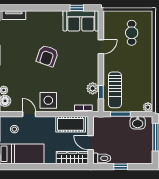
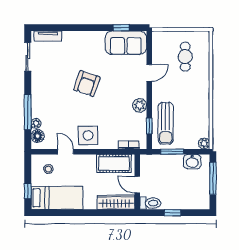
plant: (93, 88) -> (140, 105), moved

